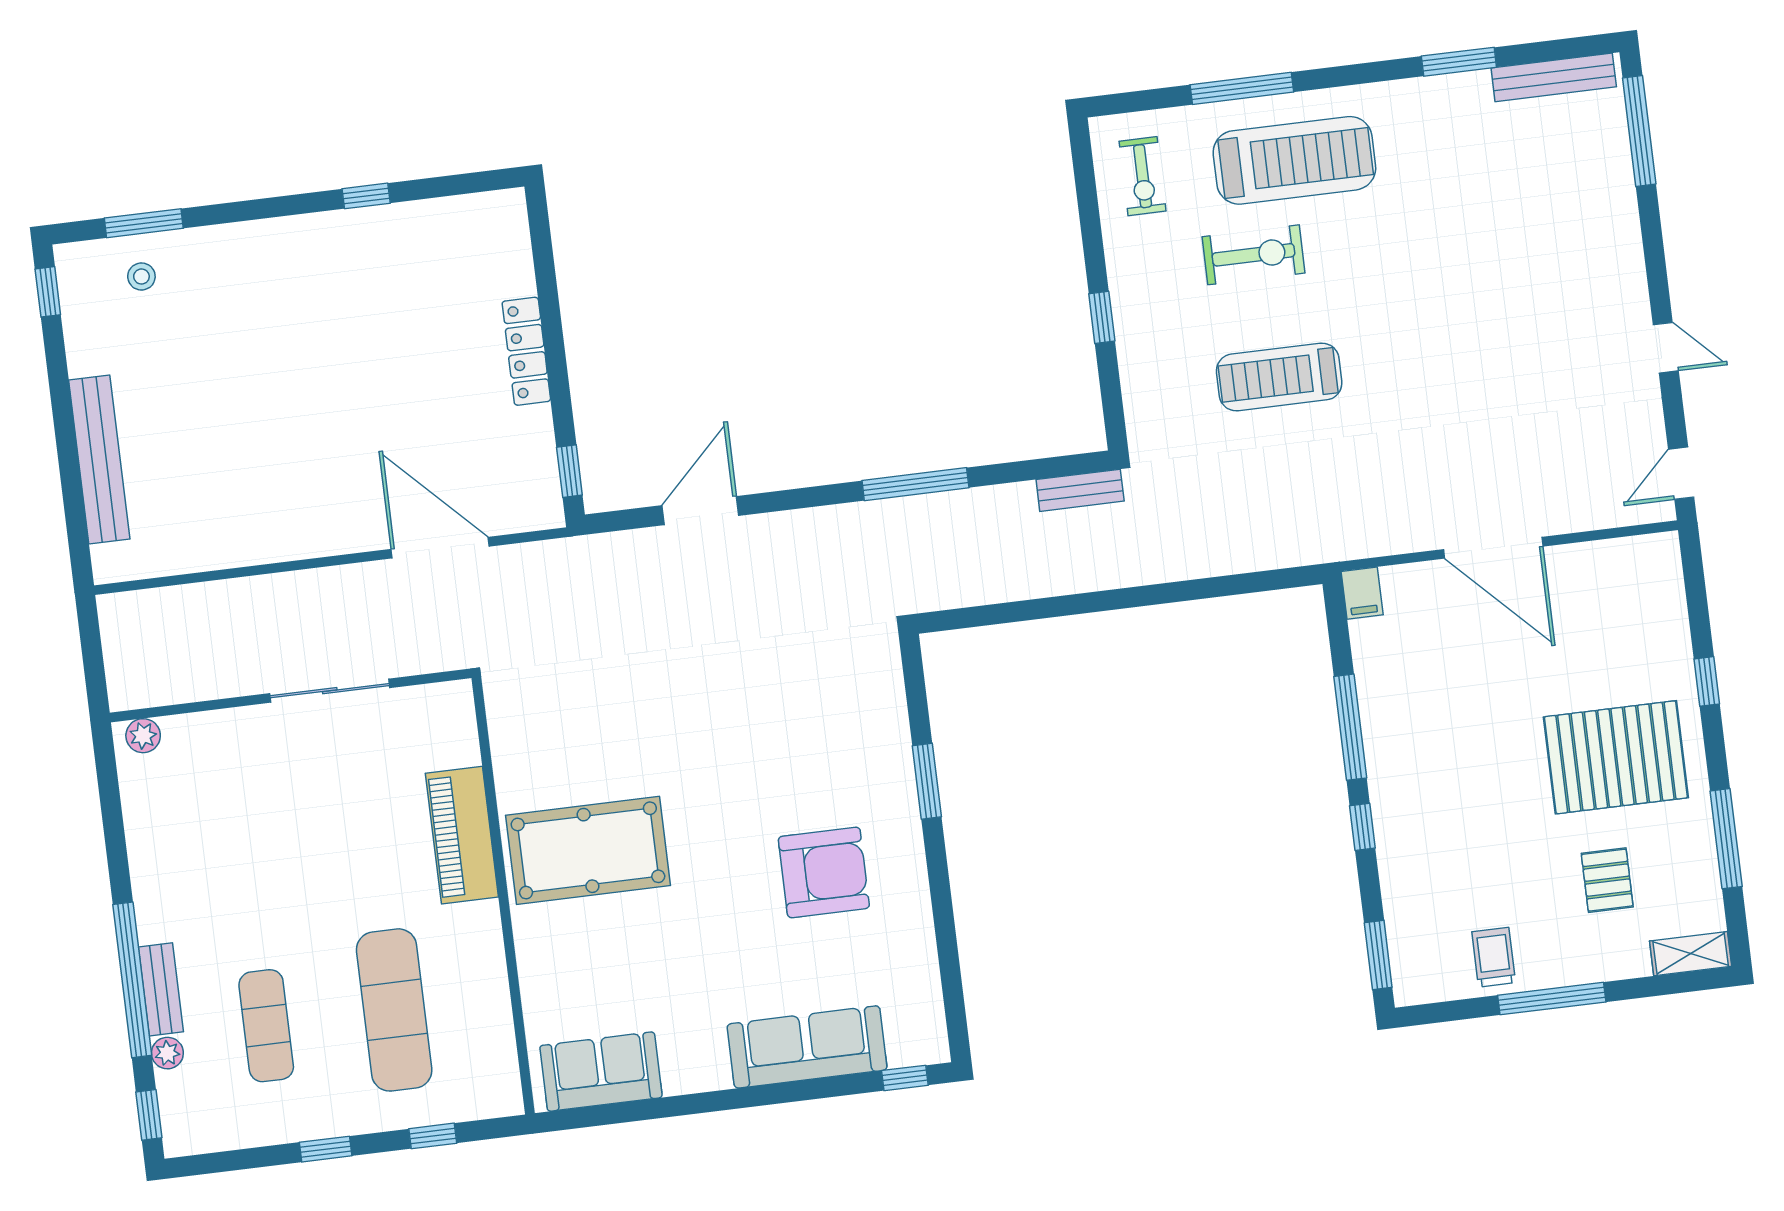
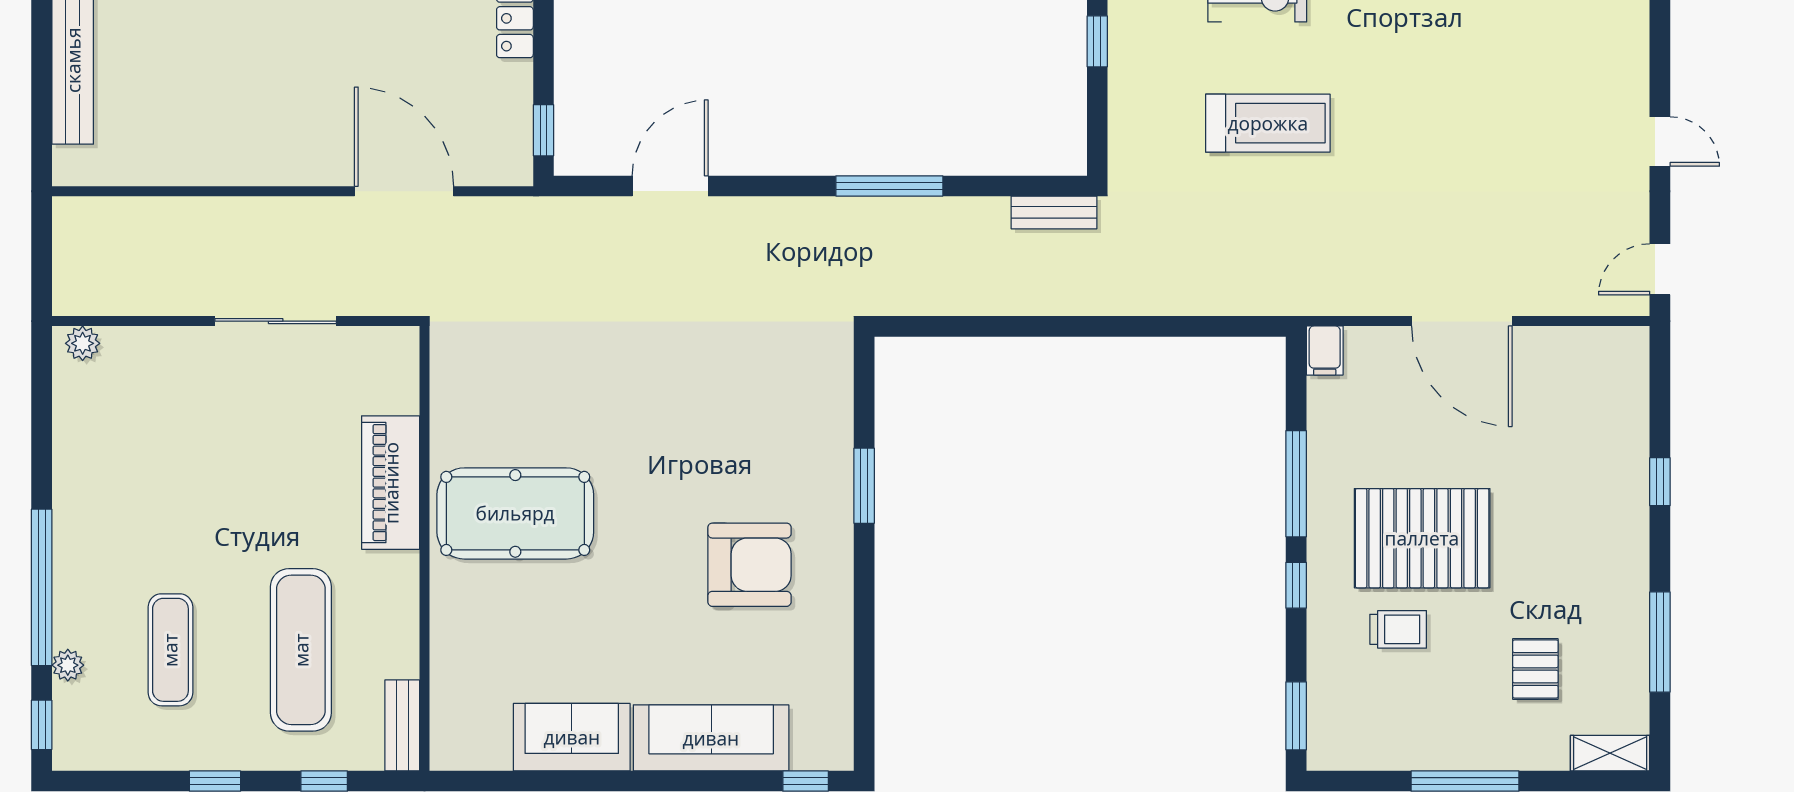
treadmill: (1279, 377) -> (1268, 123), turned 180
pallet: (1616, 757) -> (1422, 538), moved
trolley: (1494, 957) -> (1398, 629), moved, turned 90
bench: (161, 989) -> (402, 725), moved
sofa: (601, 1072) -> (572, 737), moved

